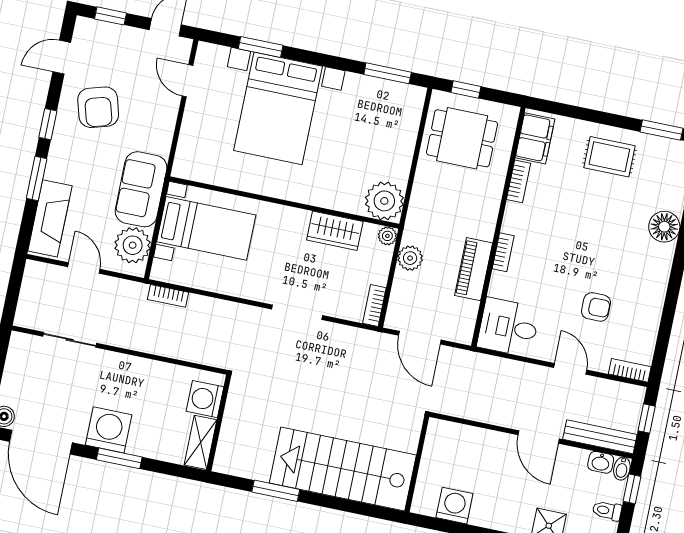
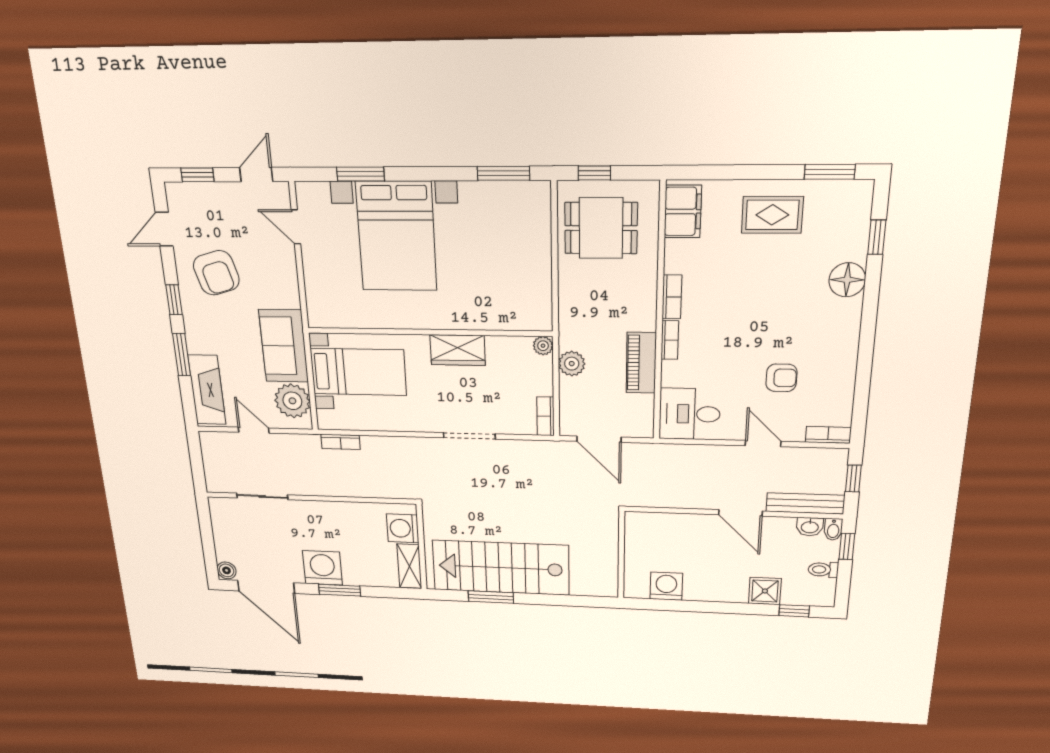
bookcase: (519, 181) -> (672, 297), moved
plant: (384, 201) -> (532, 311), removed
wardrobe: (335, 231) -> (458, 350), moved
stairs: (343, 469) -> (501, 568), moved

